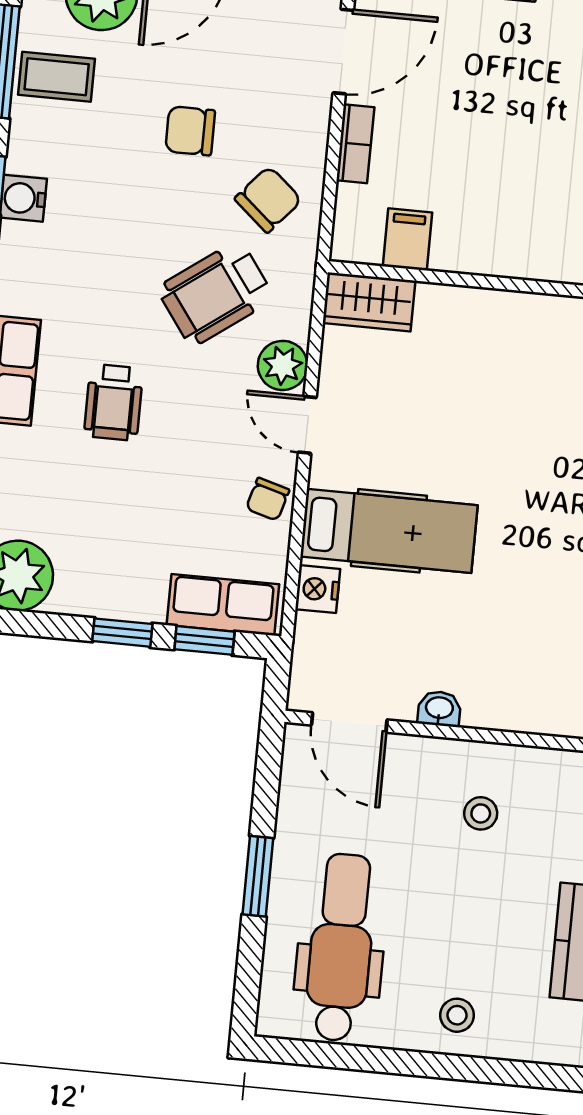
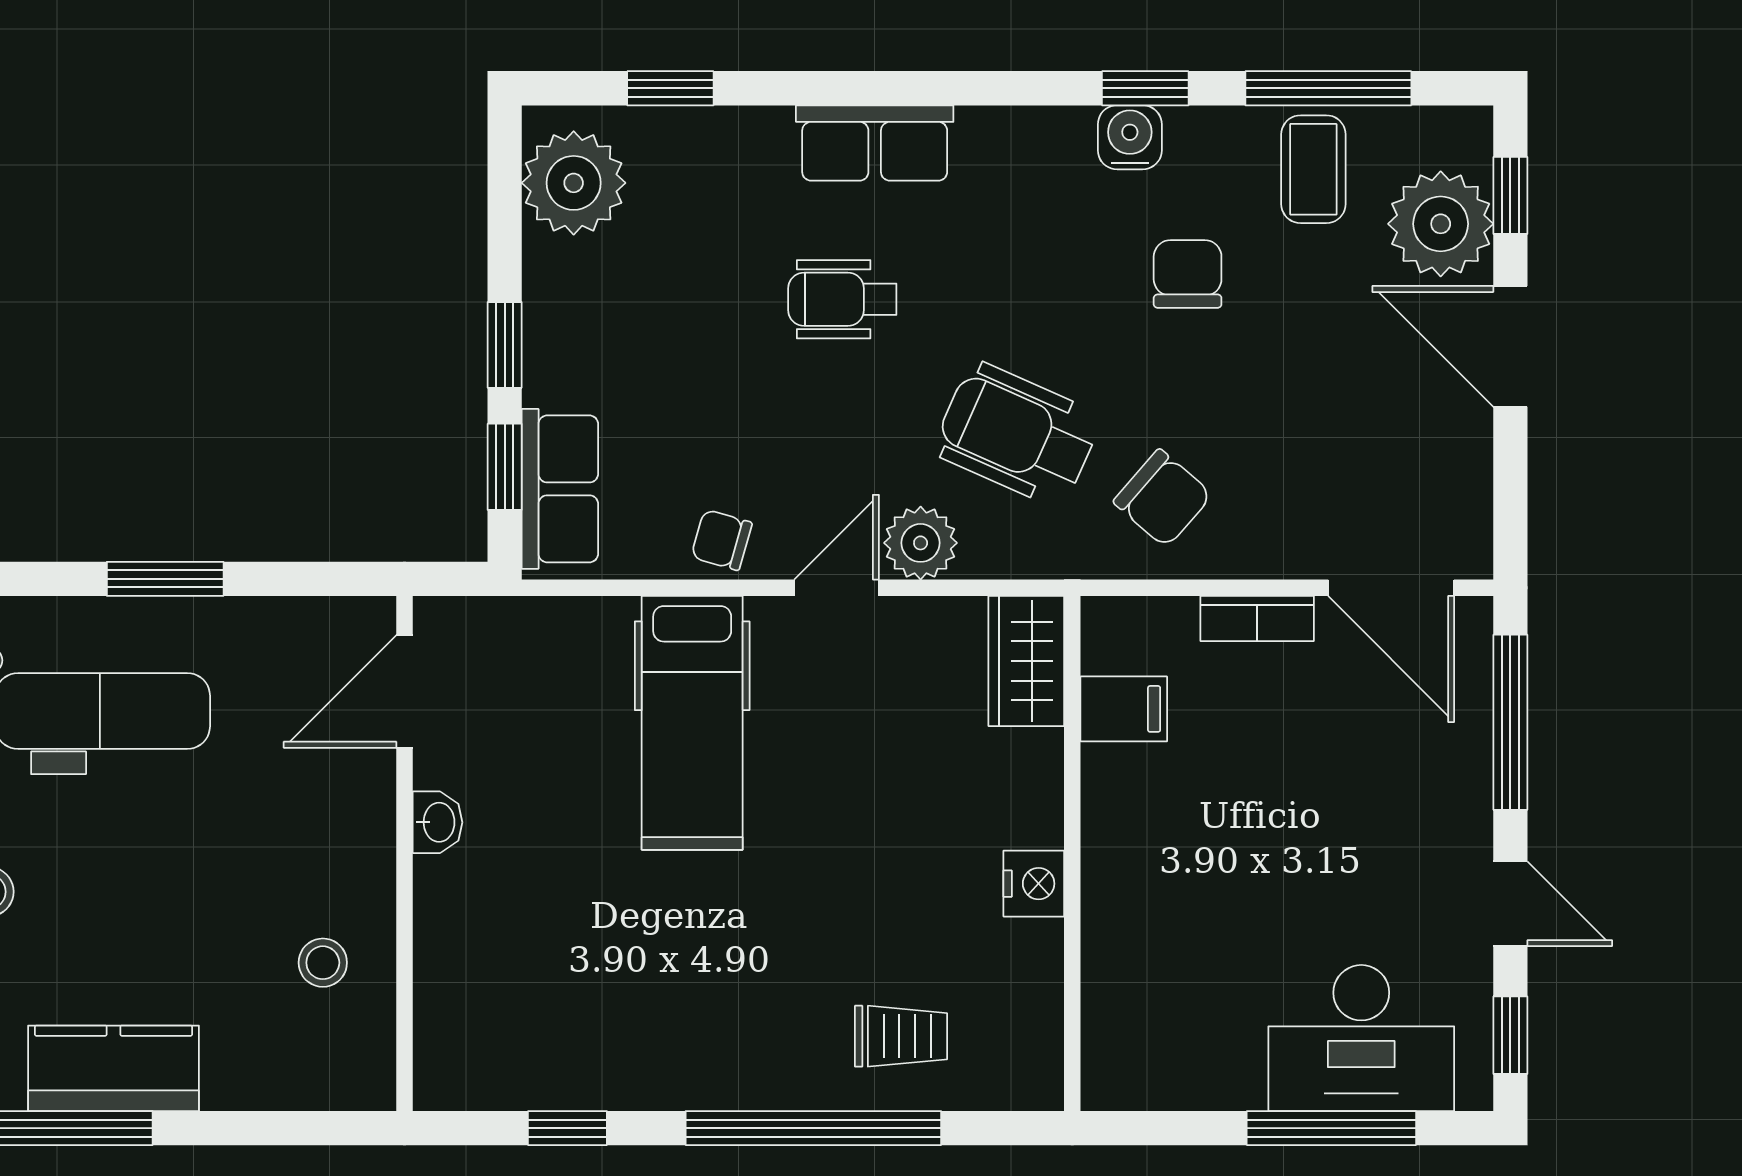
chair: (190, 131) -> (1188, 274), moved
wheelchair: (216, 293) -> (1017, 434), turned -30
nightstand: (318, 589) -> (1034, 884), moved, turned 90
stool: (481, 813) -> (323, 963), moved

